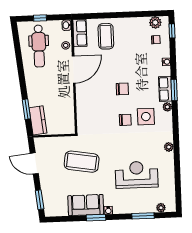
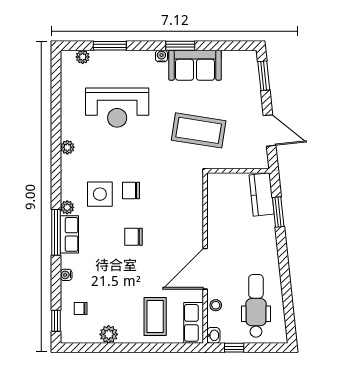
window: (40, 18) -> (234, 348), moved
plant: (155, 22) -> (109, 334), moved
window: (174, 90) -> (56, 232), width x1.44

